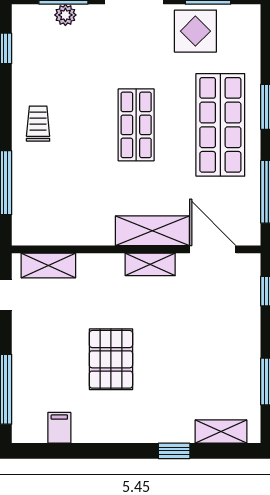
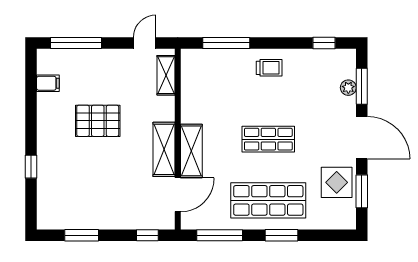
shelving: (150, 264) -> (164, 149), width x1.50, depth x1.33
shelving: (221, 432) -> (45, 201), removed

